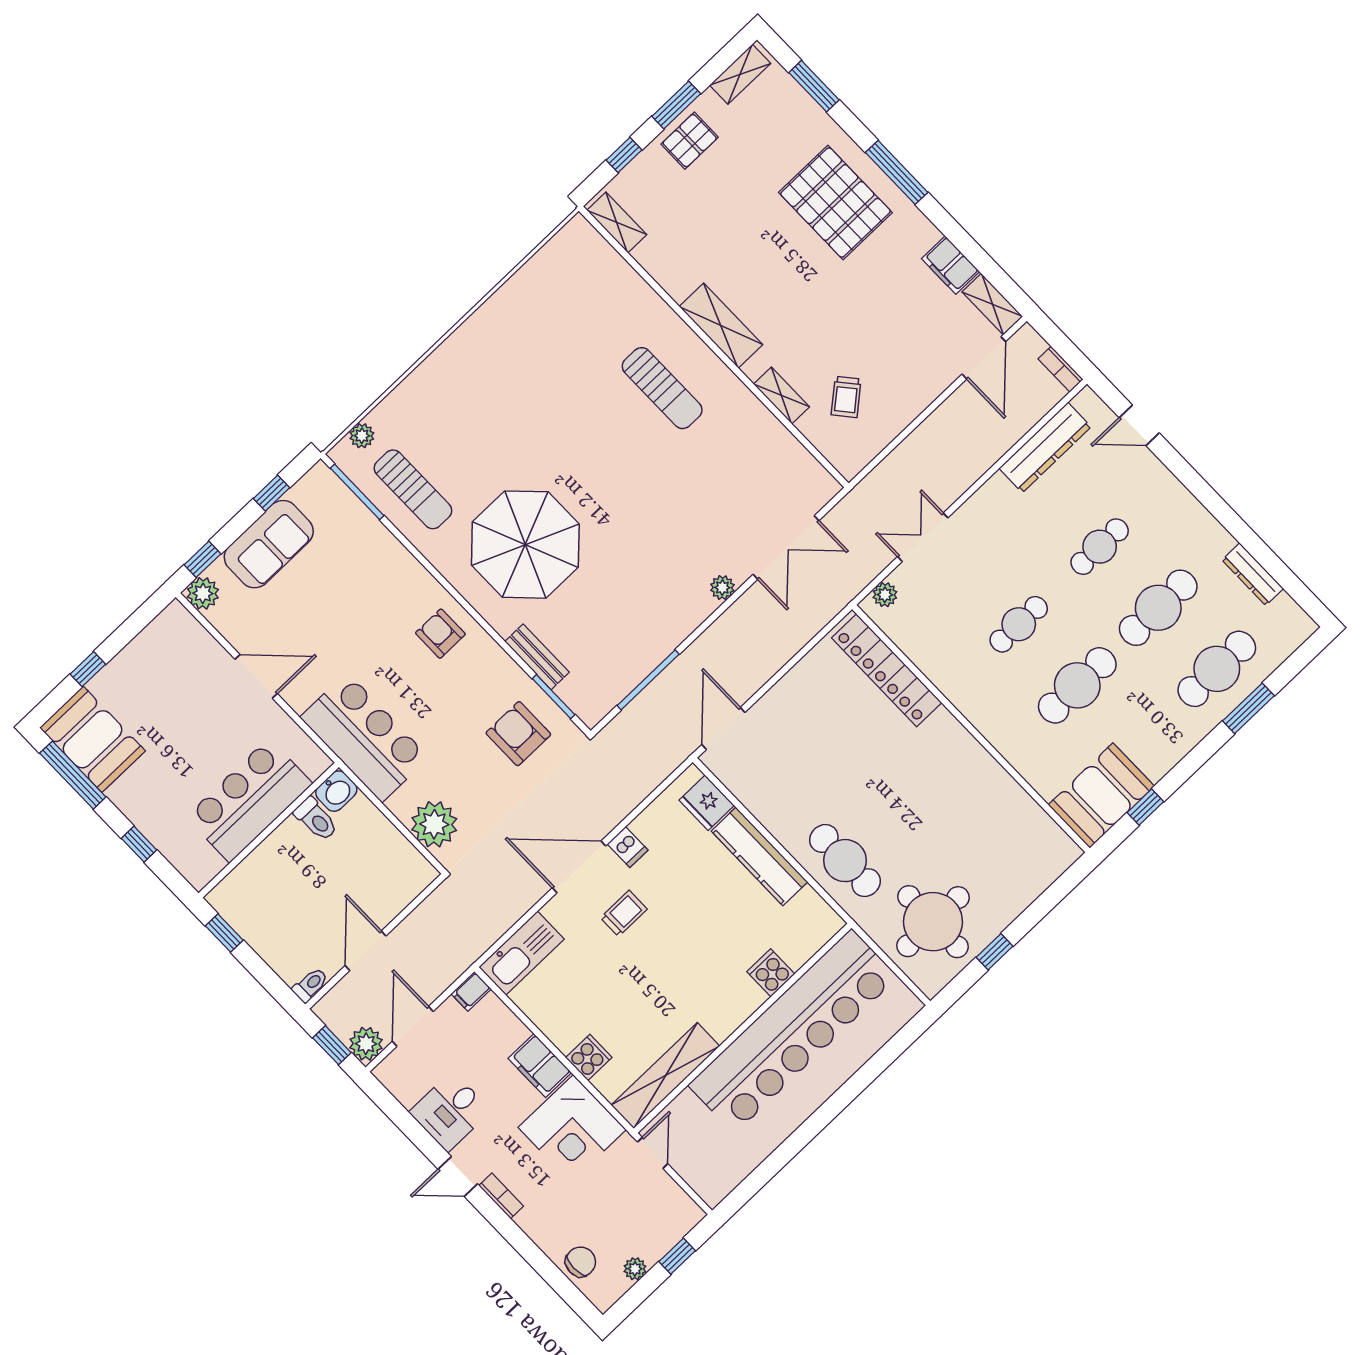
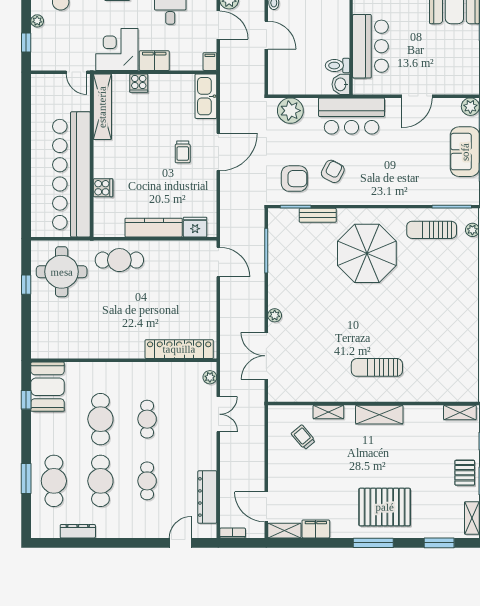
armchair: (440, 634) -> (333, 171), moved, turned -62
dishwasher: (628, 847) -> (208, 179), removed

